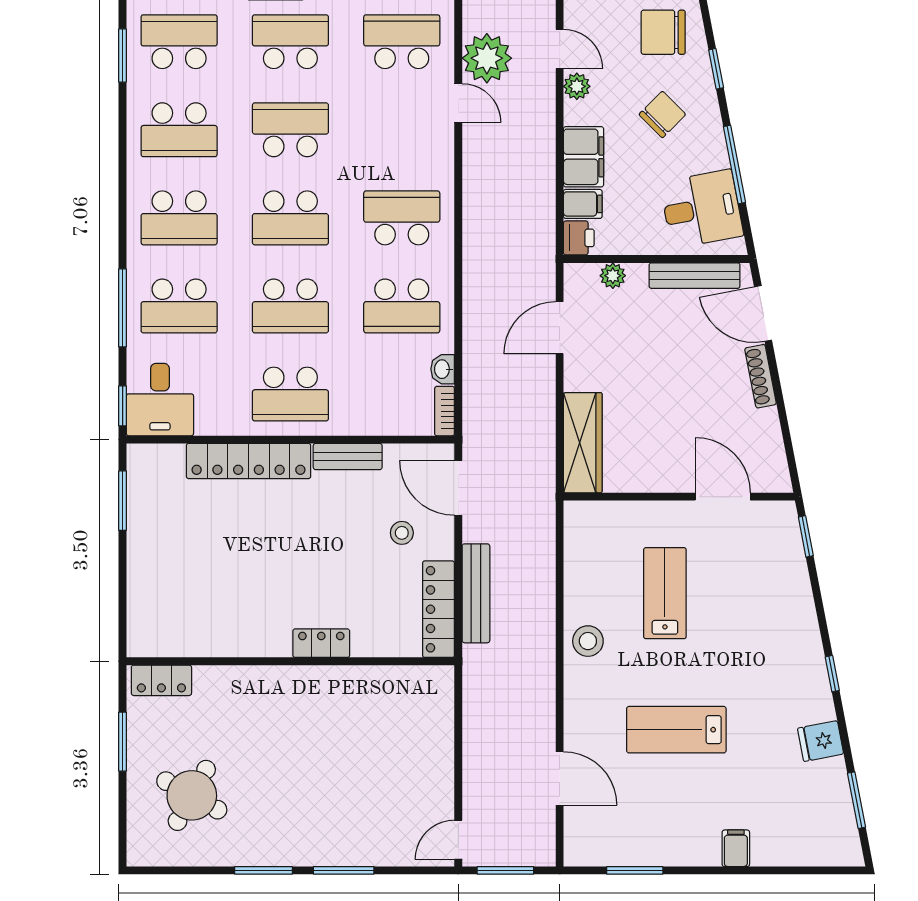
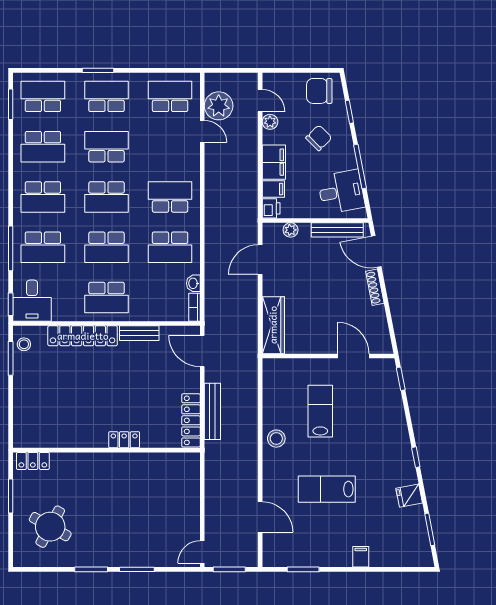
stool: (402, 533) -> (24, 344), moved

